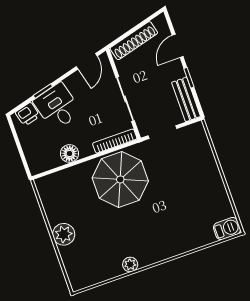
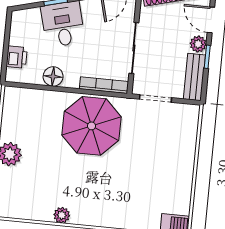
door: (178, 46) -> (211, 20), hinge flipped
plant: (176, 71) -> (198, 44), added
printer: (28, 114) -> (17, 57), moved, turned -75

